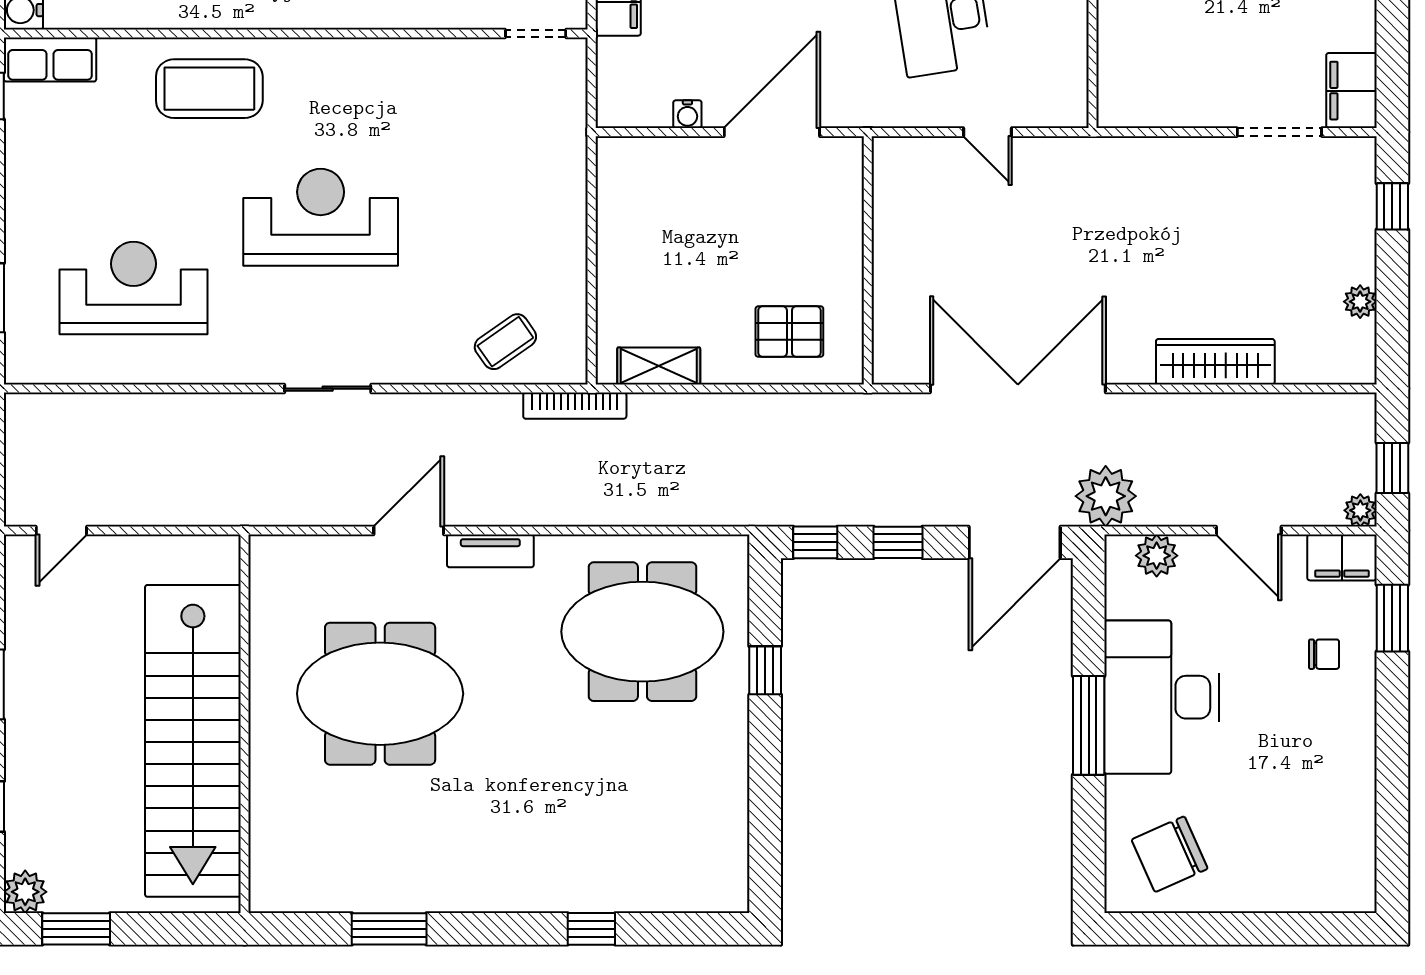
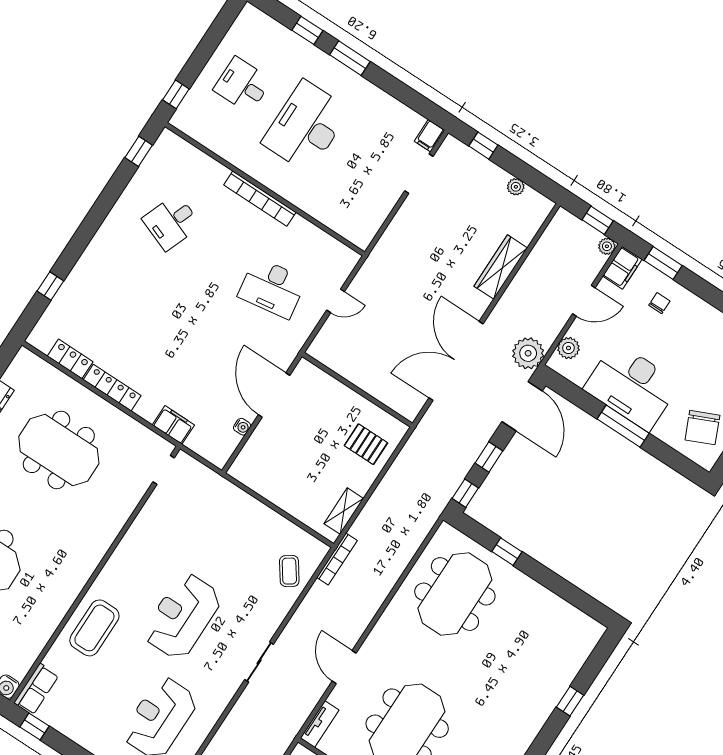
filing cabinet: (1351, 91) -> (429, 136), width x0.50
pallet: (789, 332) -> (366, 444), turned 90
tv unit: (490, 551) -> (320, 724), moved

